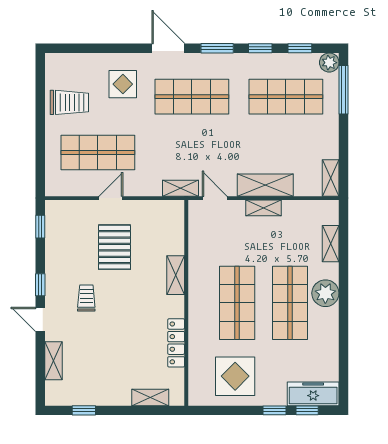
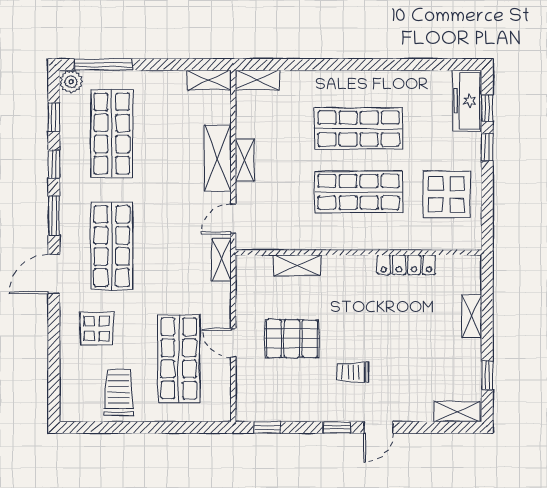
shelving: (331, 244) -> (257, 80), moved
shelving: (176, 275) -> (297, 265), moved
plant: (325, 293) -> (347, 86), removed
shelving: (53, 361) -> (457, 412), moved
shelving: (150, 398) -> (472, 316), moved

